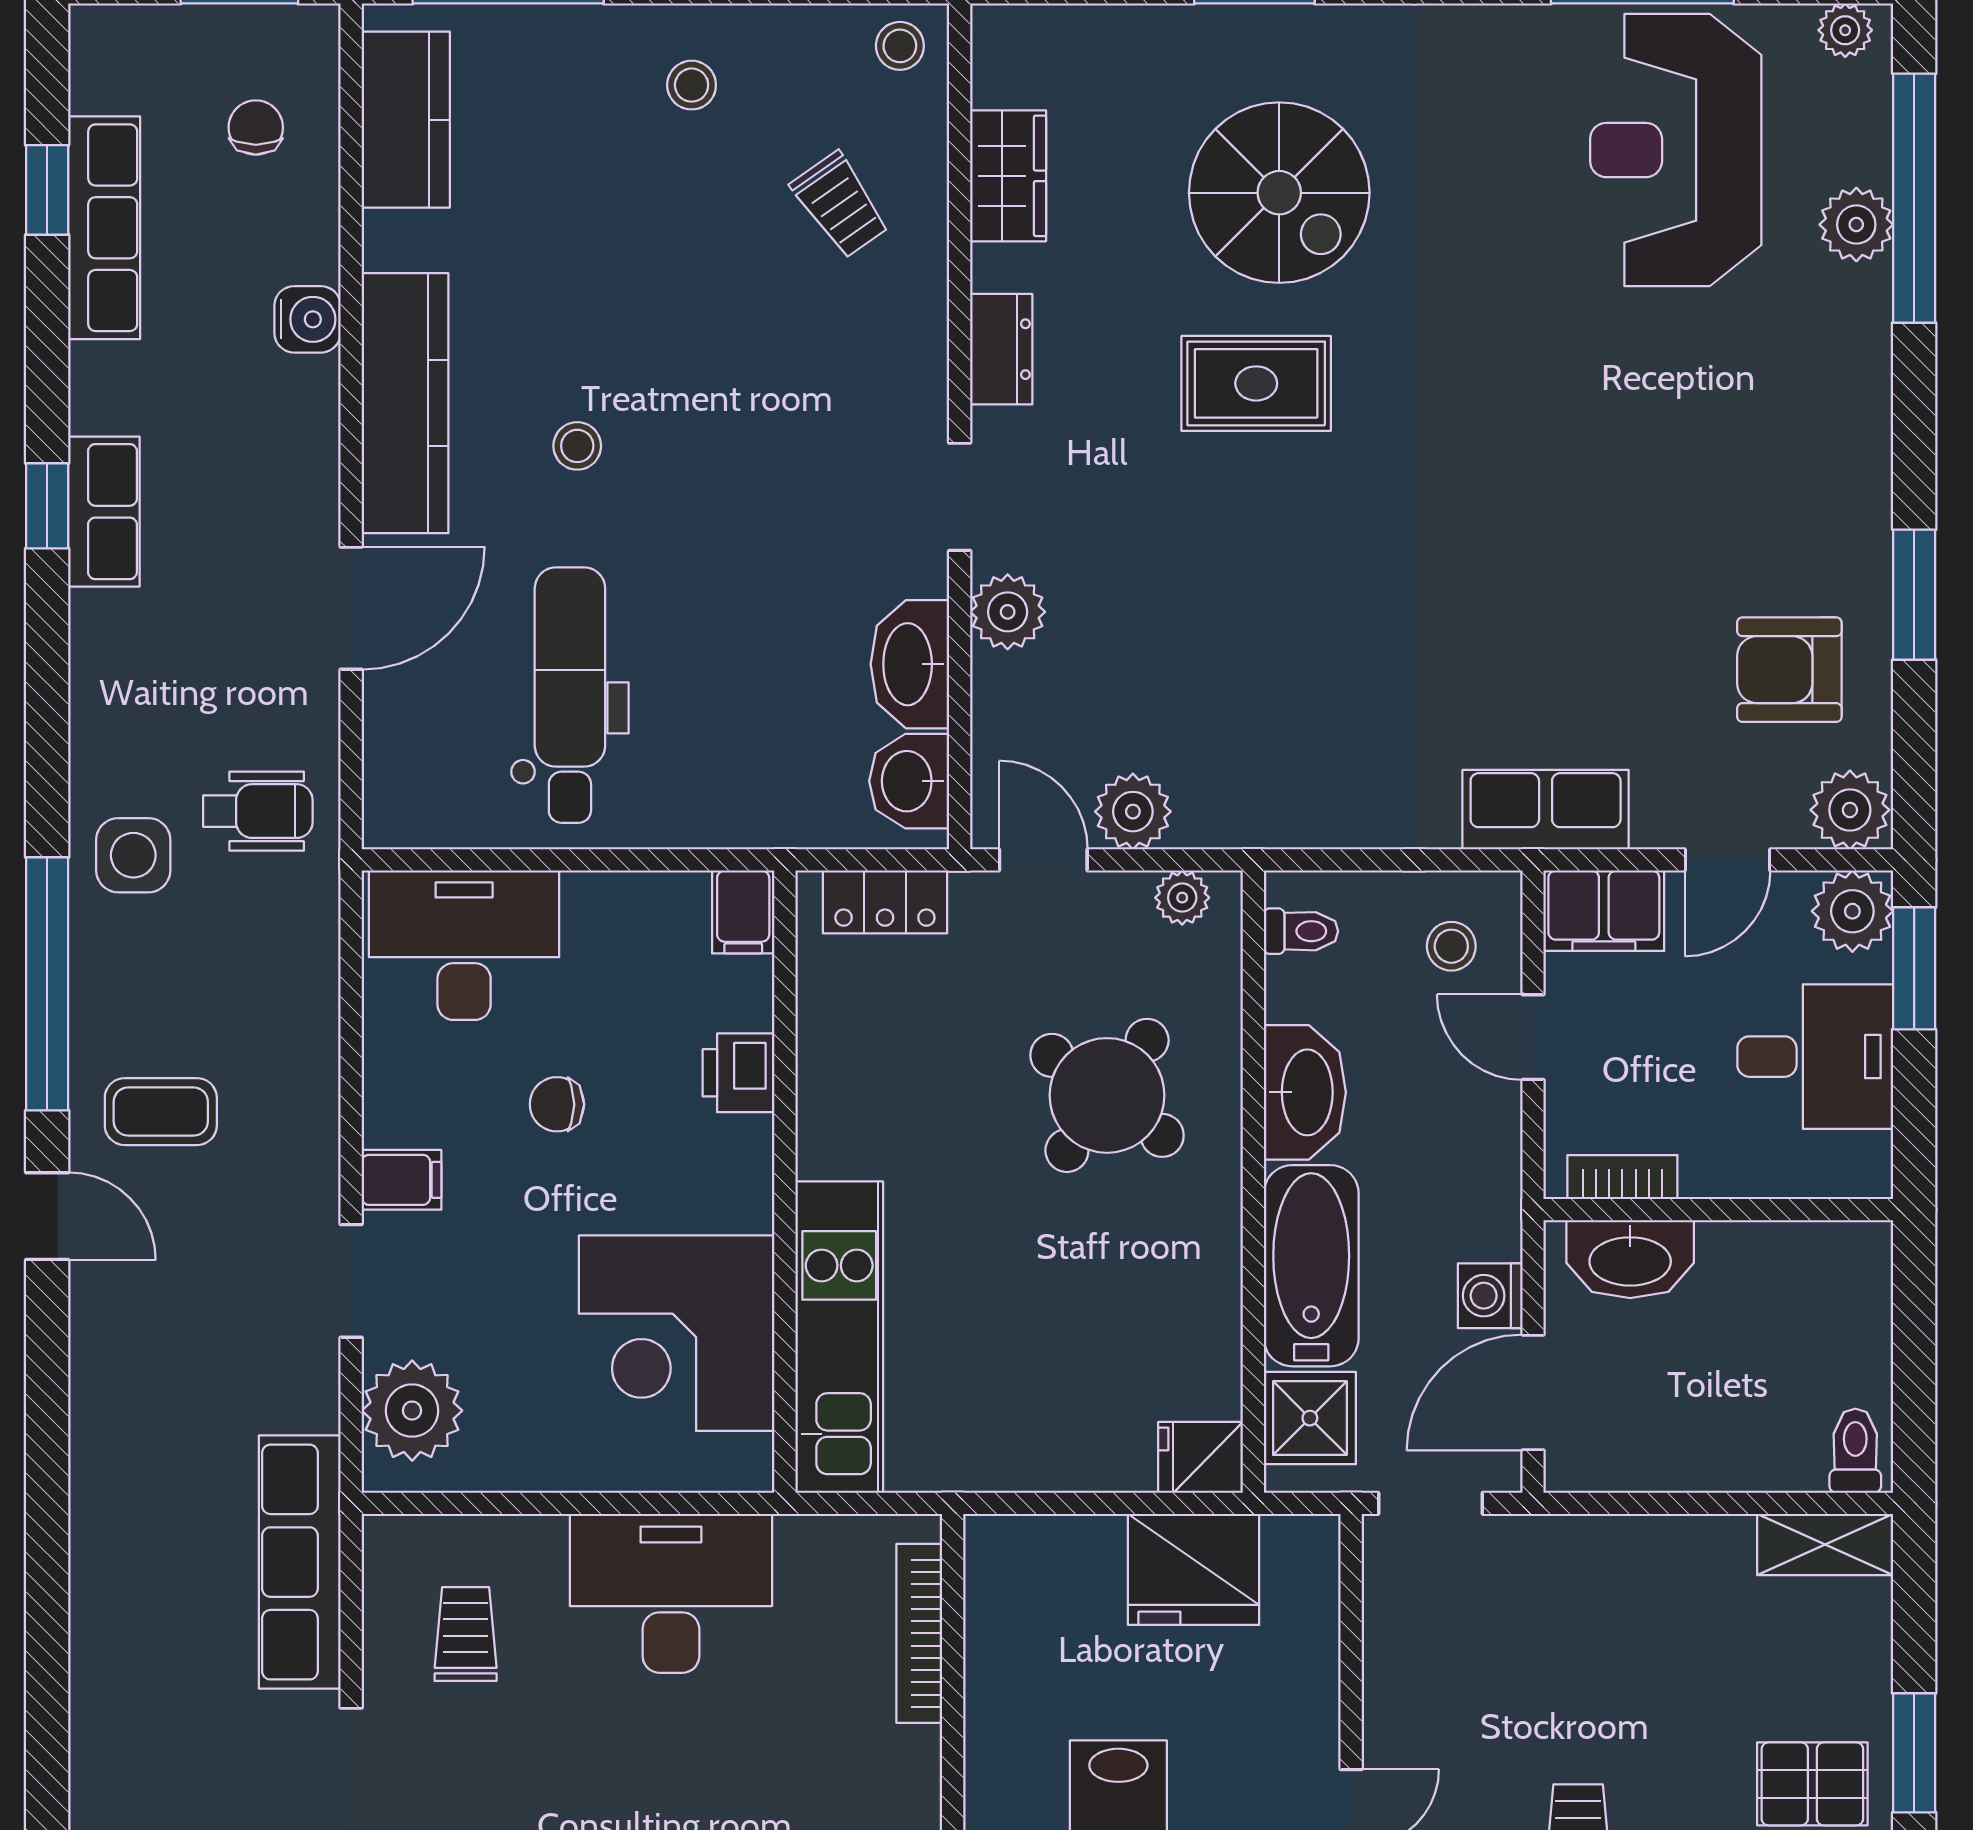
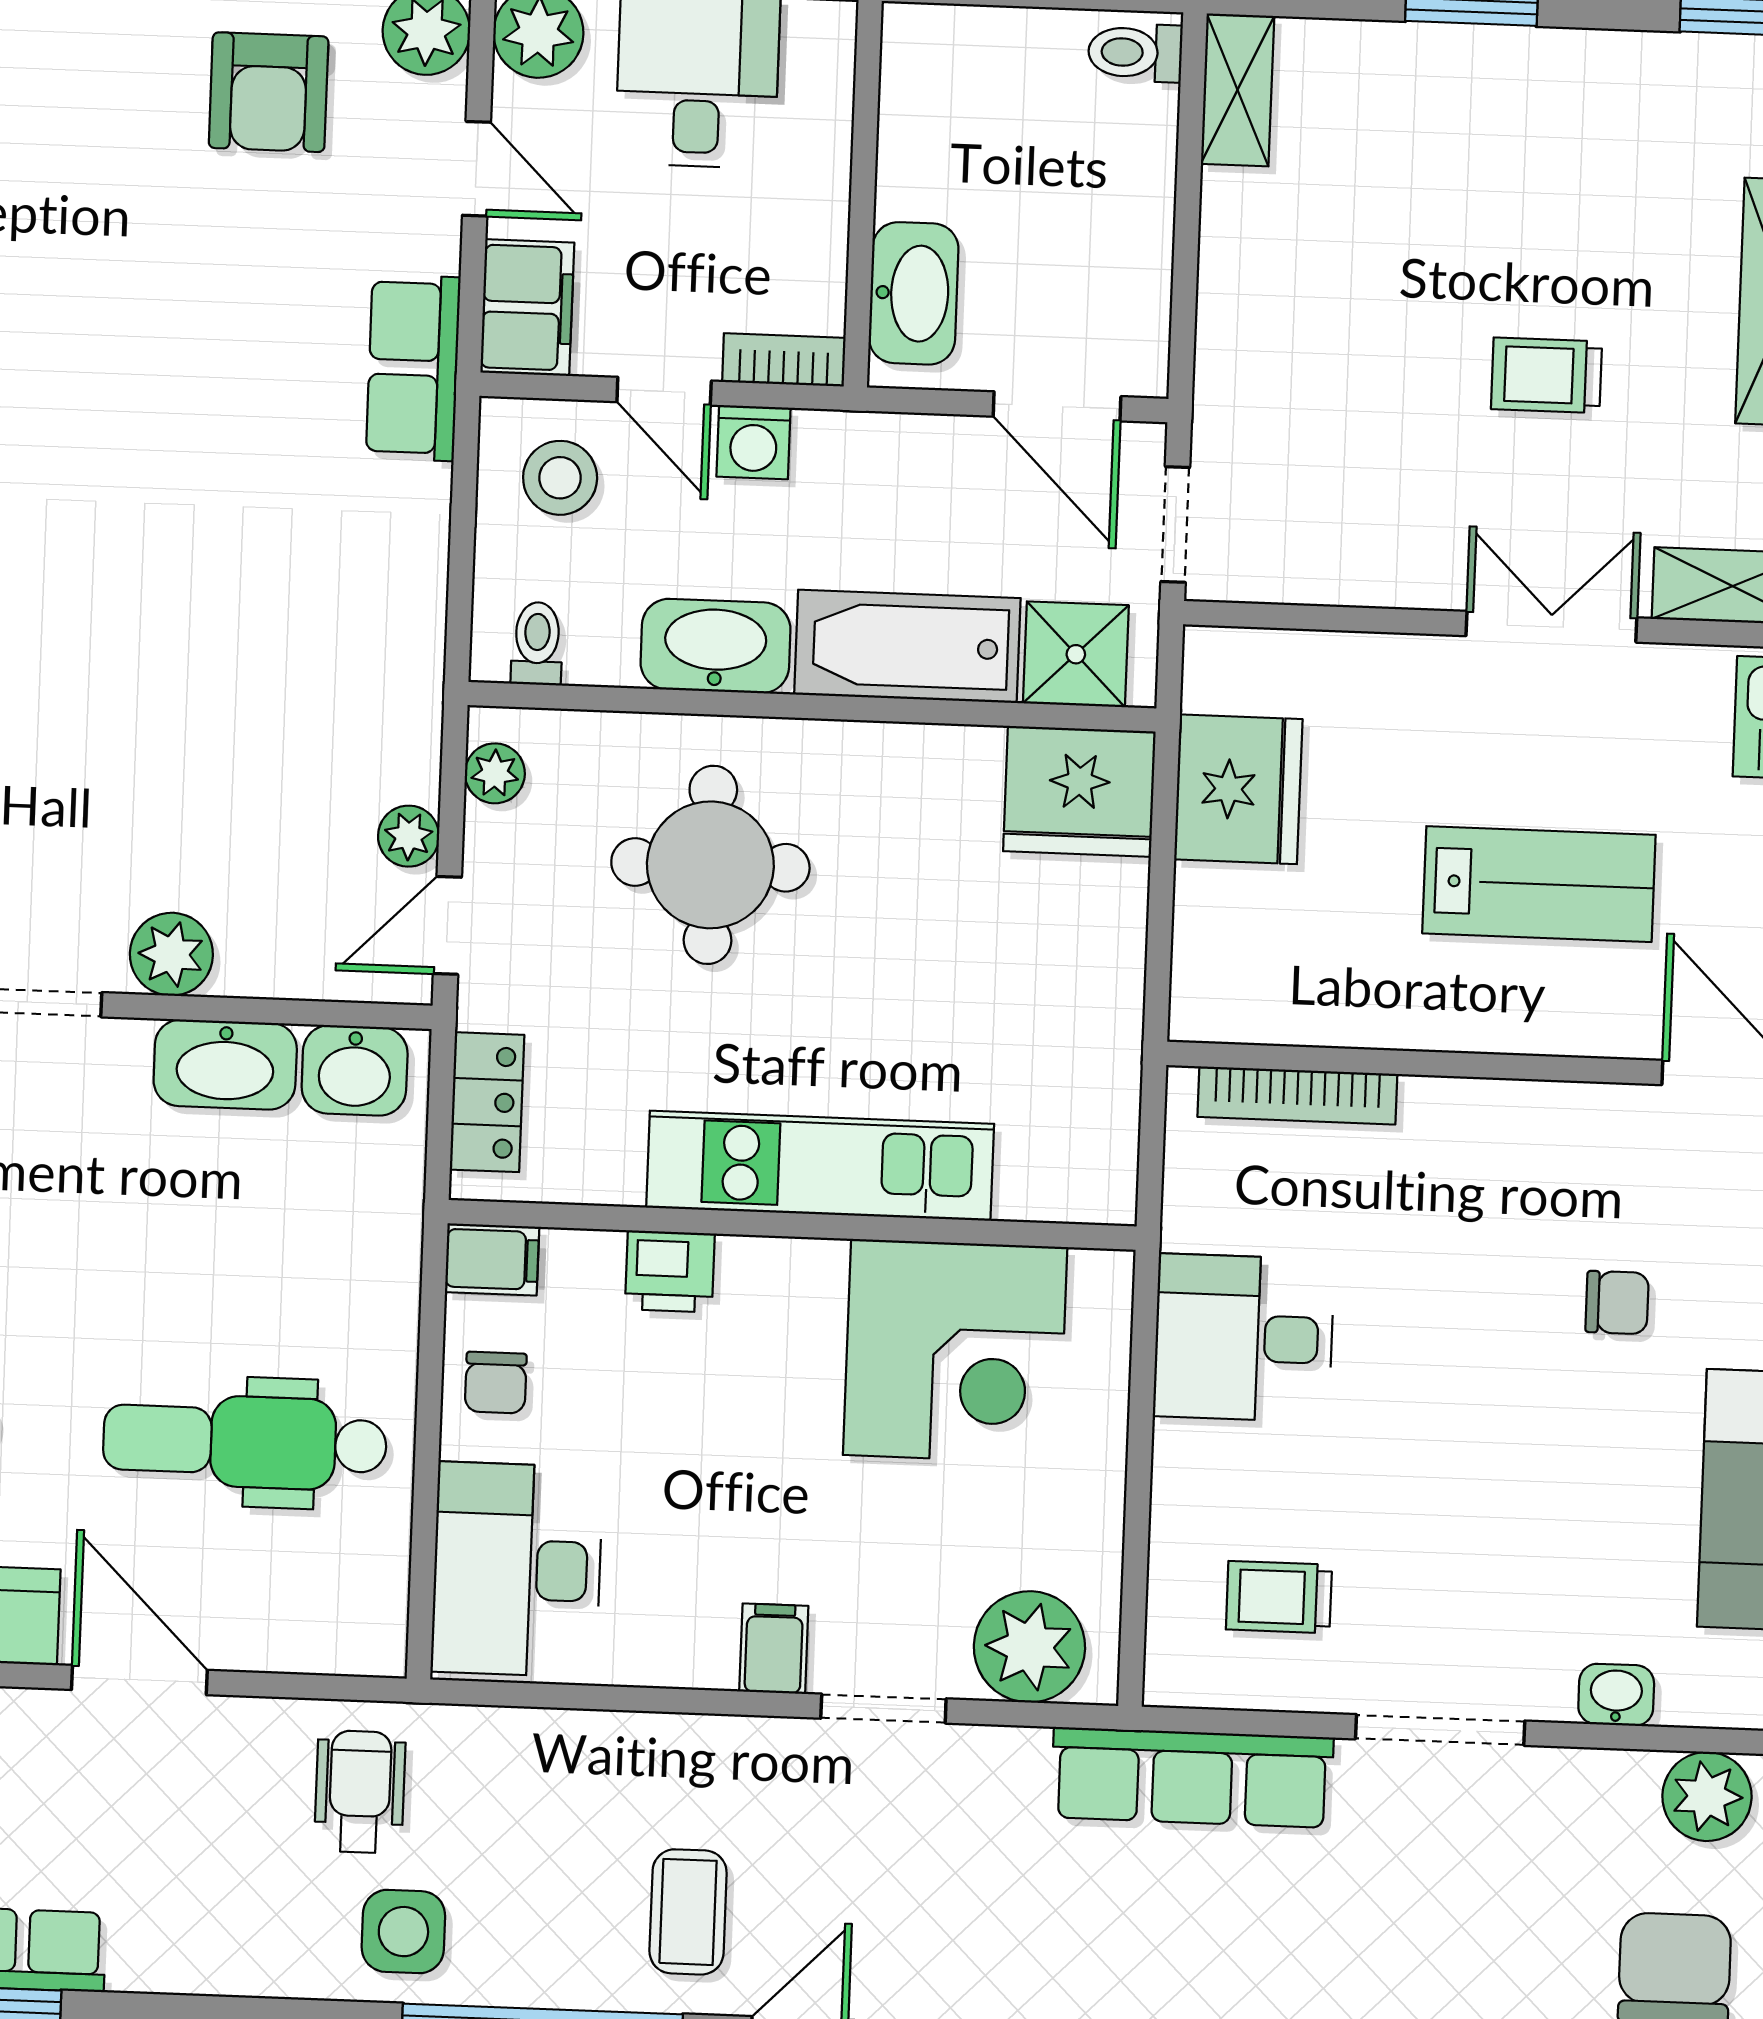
plant: (1133, 812) -> (409, 836), width x0.73, depth x0.73
stool: (1451, 946) -> (560, 478), width x1.37, depth x1.37
door: (1533, 1037) -> (664, 391), hinge flipped
round table: (1107, 1095) -> (710, 865), turned -36
chair: (557, 1104) -> (496, 1383), moved
bookcase: (1622, 1177) -> (784, 360), moved, turned 90
washing machine: (1490, 1296) -> (754, 442), moved
kitchen unit: (839, 1337) -> (820, 1166), moved
fridge: (1201, 1457) -> (1079, 791), width x1.88, depth x1.34
desk: (671, 1593) -> (1244, 1338), width x0.73
pallet: (1812, 1784) -> (1502, 114), removed

